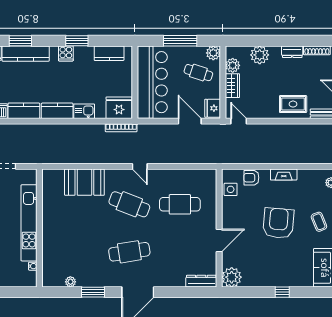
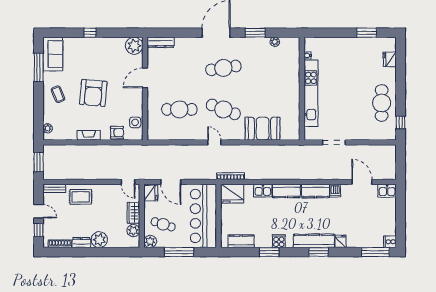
plant: (260, 55) -> (99, 240), moved

